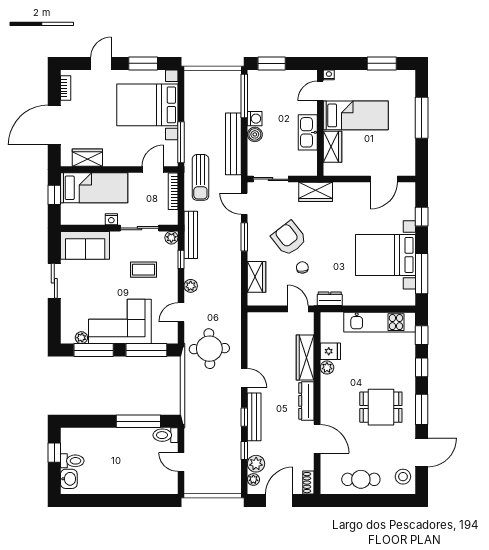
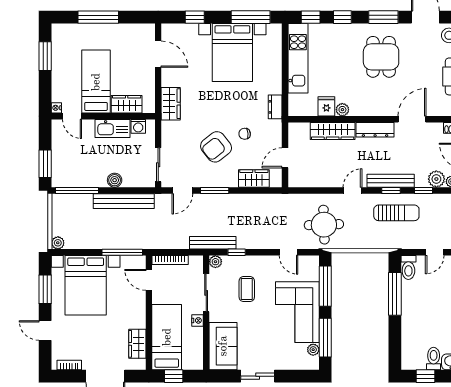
washing machine: (255, 119) -> (138, 126), moved, turned 180
sun lounger: (200, 177) -> (396, 213), moved
wardrobe: (316, 192) -> (171, 104), moved
plant: (191, 286) -> (58, 243), moved
door: (298, 309) -> (285, 158), moved

